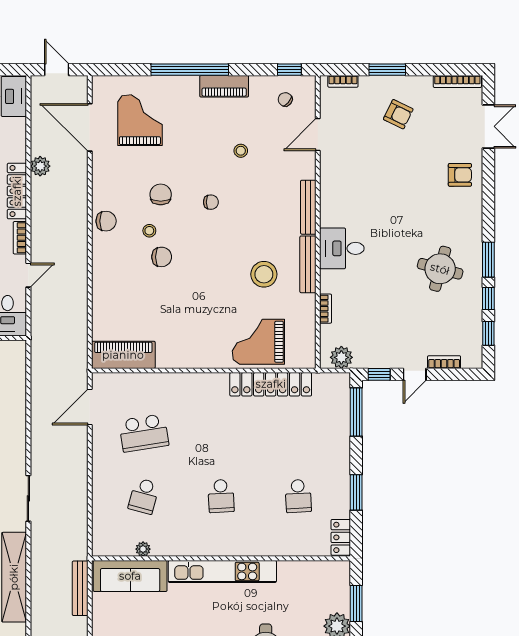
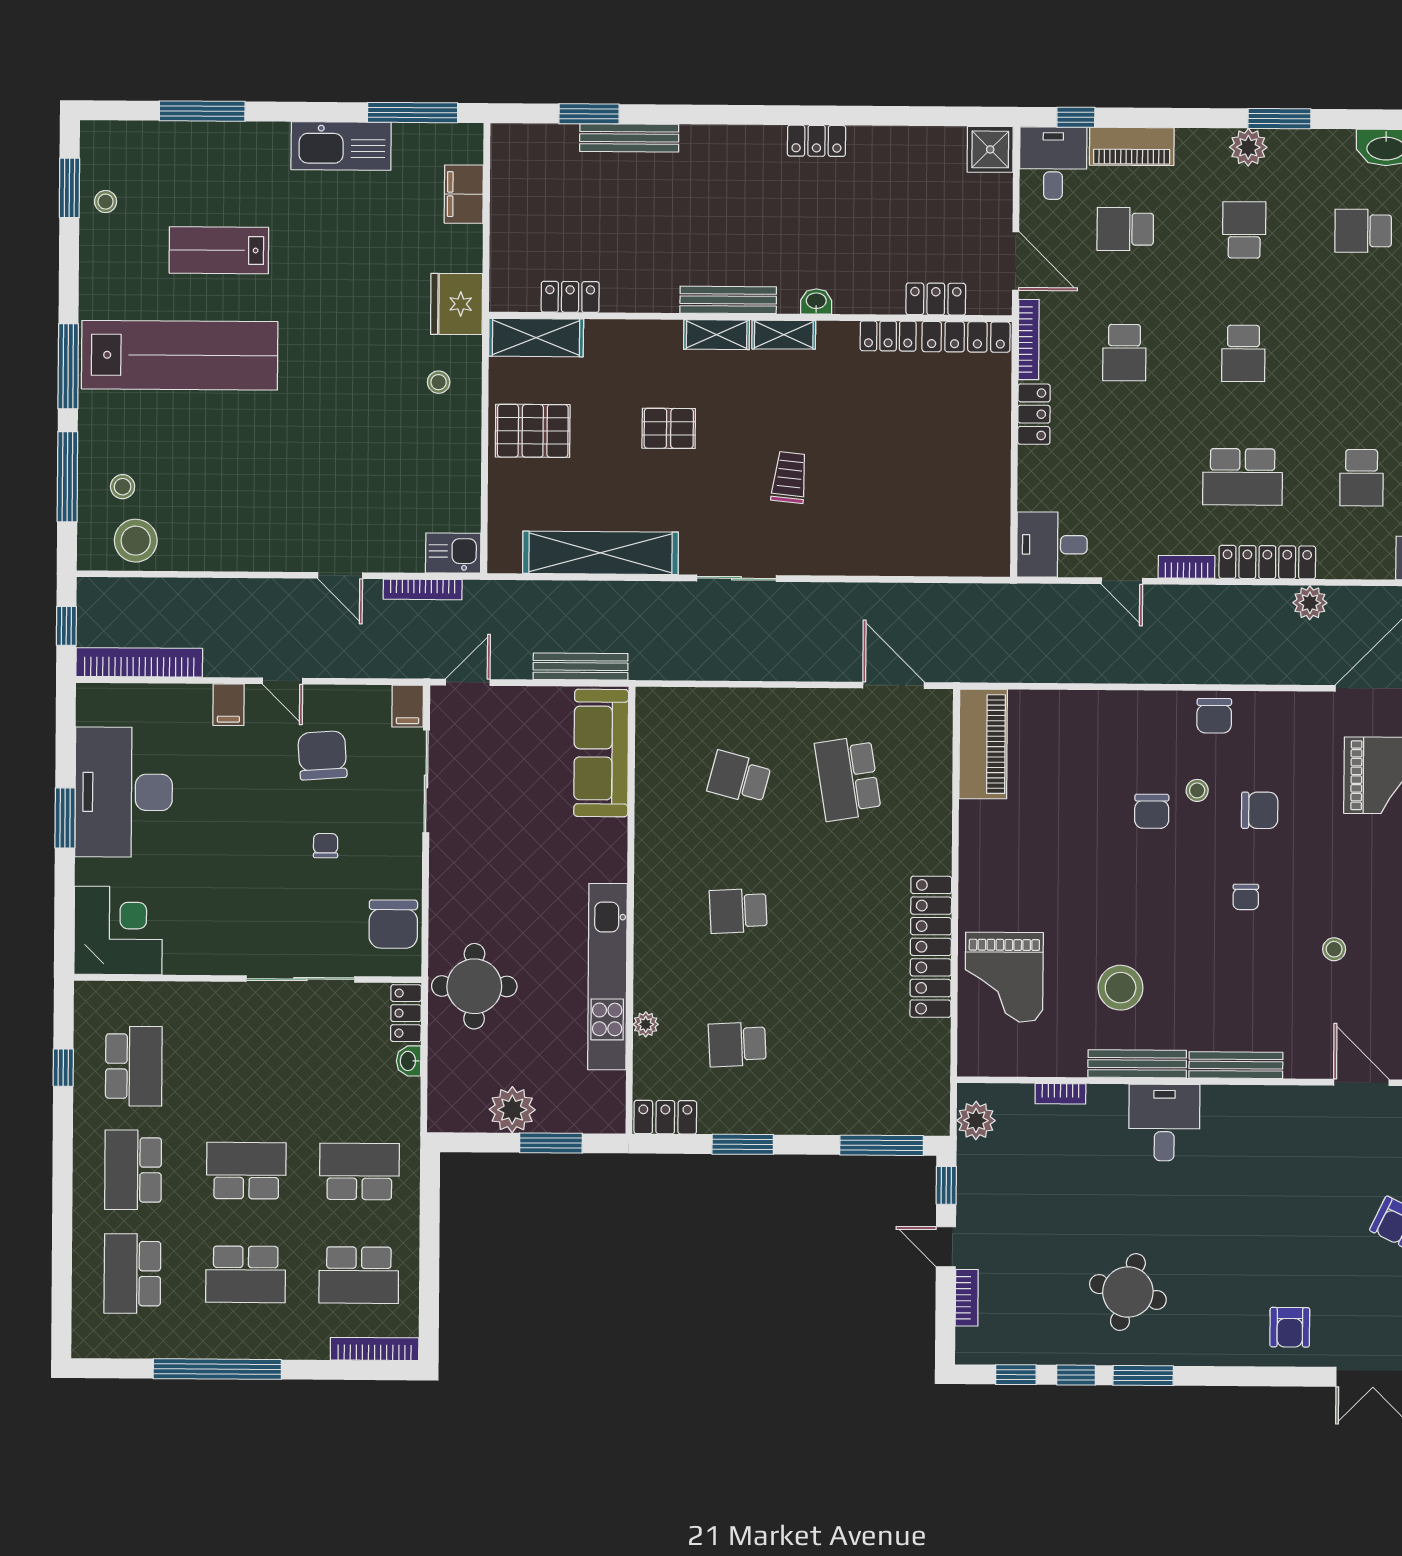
grand piano: (258, 342) -> (1004, 977), turned 180
locker: (271, 384) -> (931, 947), moved
plant: (143, 549) -> (646, 1024), moved
kitchen unit: (222, 571) -> (607, 977), moved

